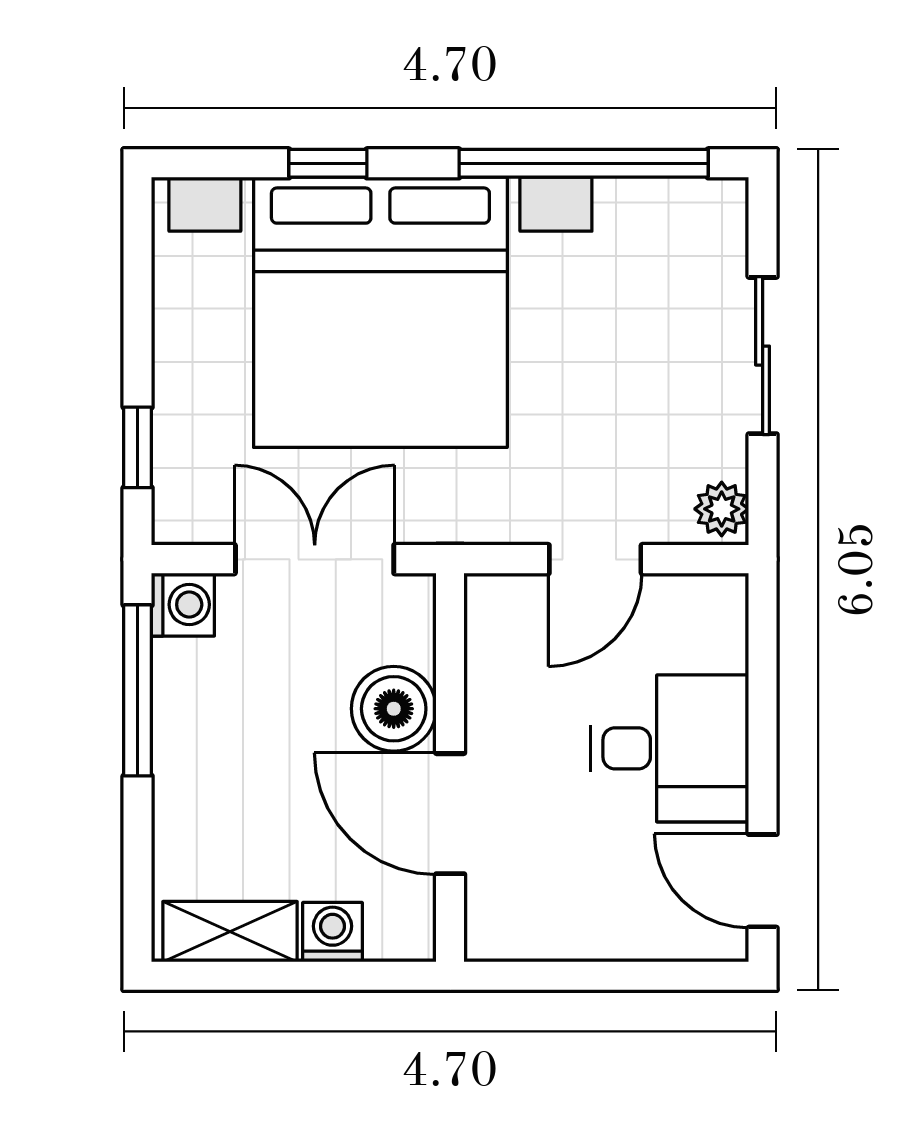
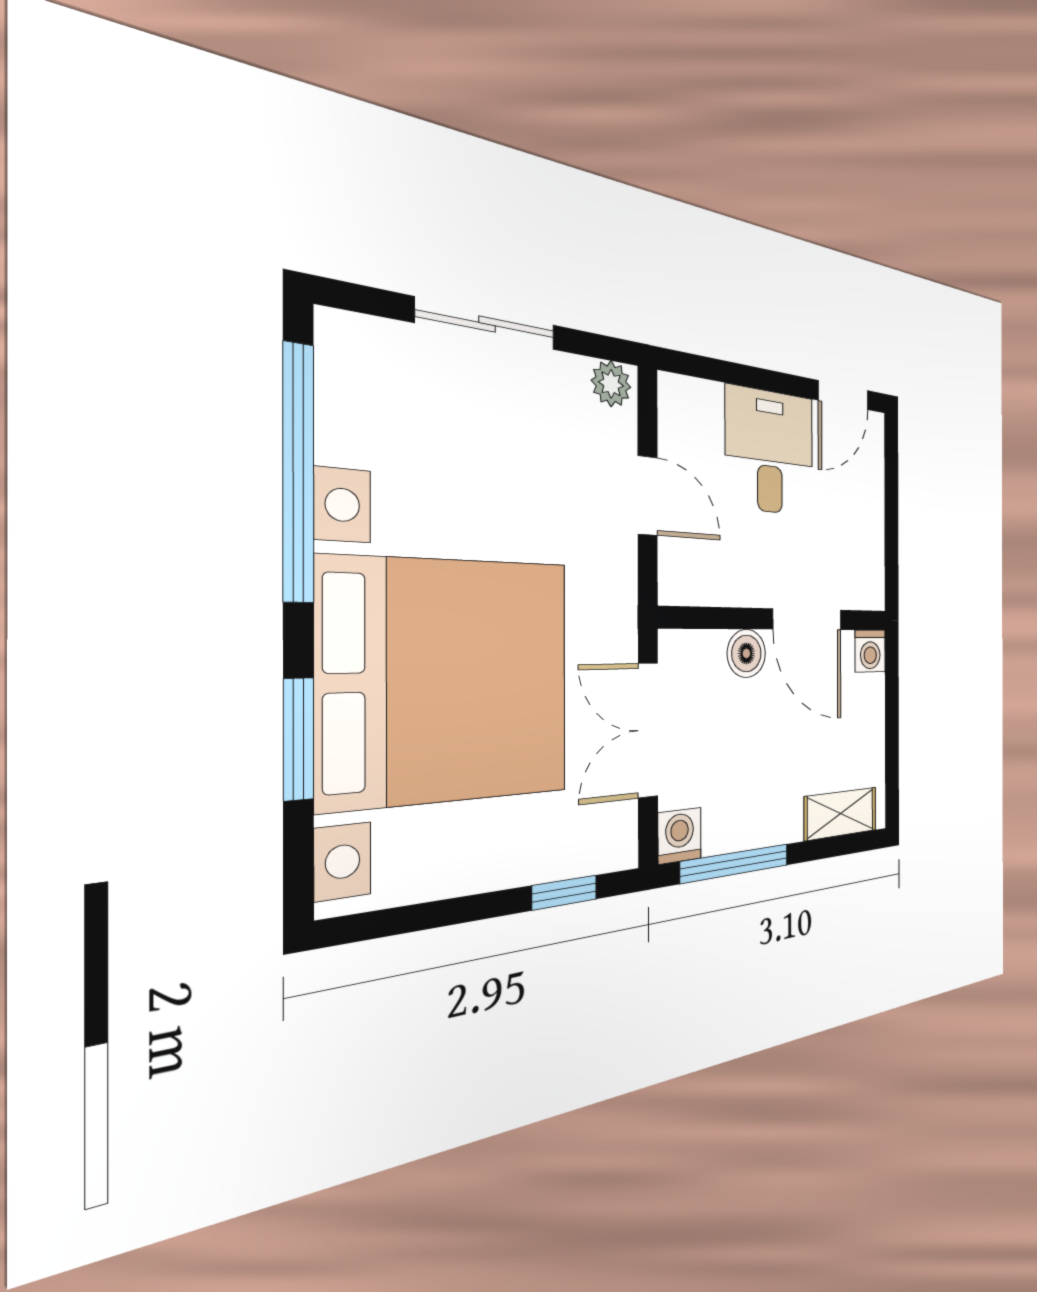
window: (328, 163) -> (298, 739), width x1.50
boiler: (394, 709) -> (746, 653), width x0.73, depth x0.73
door: (450, 814) -> (808, 619), hinge flipped
shelving: (230, 932) -> (841, 814), moved, turned 90
washing machine: (333, 932) -> (870, 651), moved, turned -90

